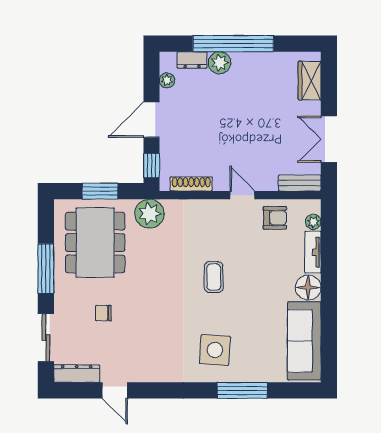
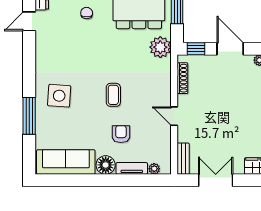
door: (242, 195) -> (174, 116), swing flipped
armchair: (275, 218) -> (121, 134), moved, turned 180
coffee table: (214, 277) -> (113, 95), turned 90

